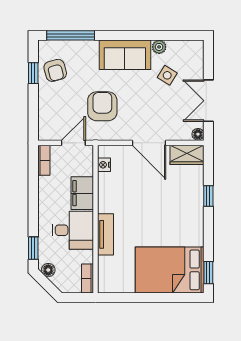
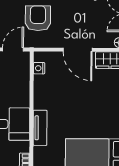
filing cabinet: (82, 193) -> (20, 92), removed

